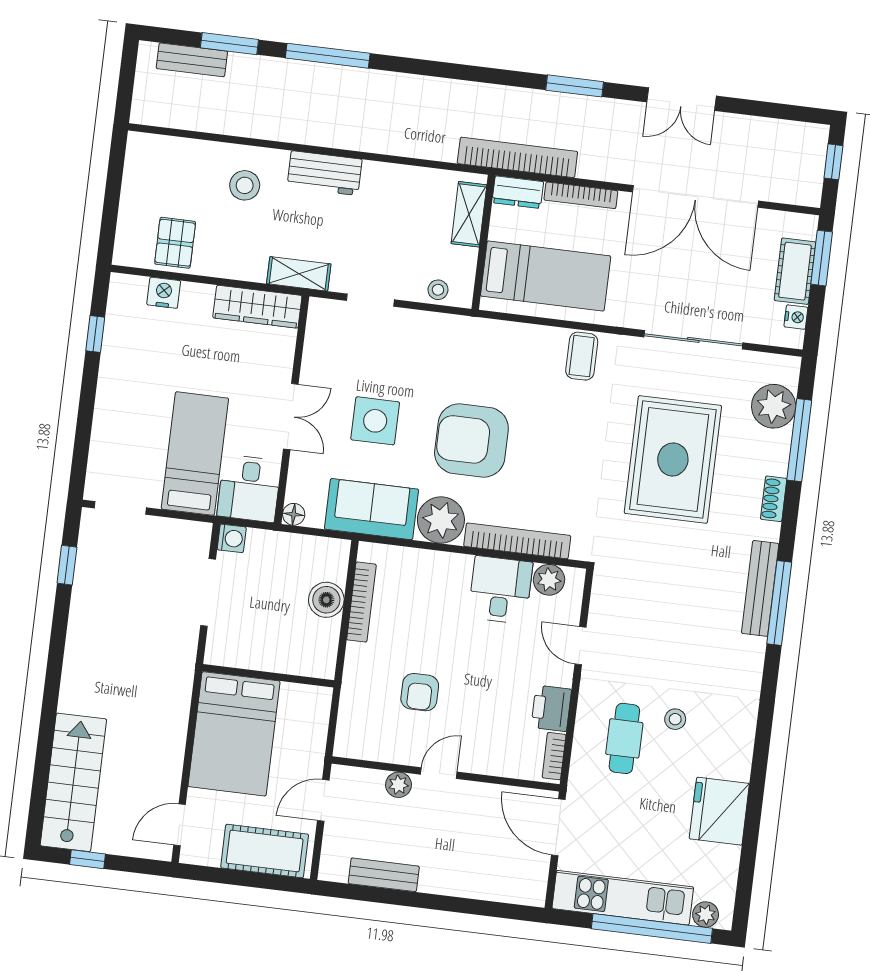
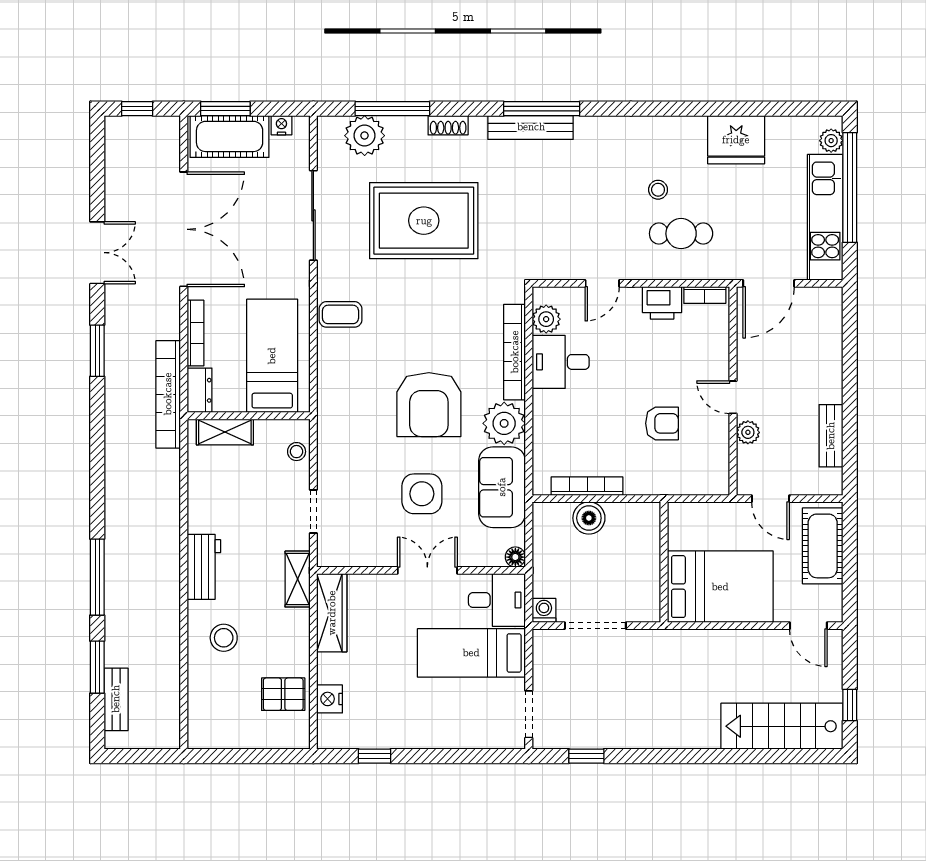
cot: (795, 271) -> (230, 136), width x1.37, depth x1.34

